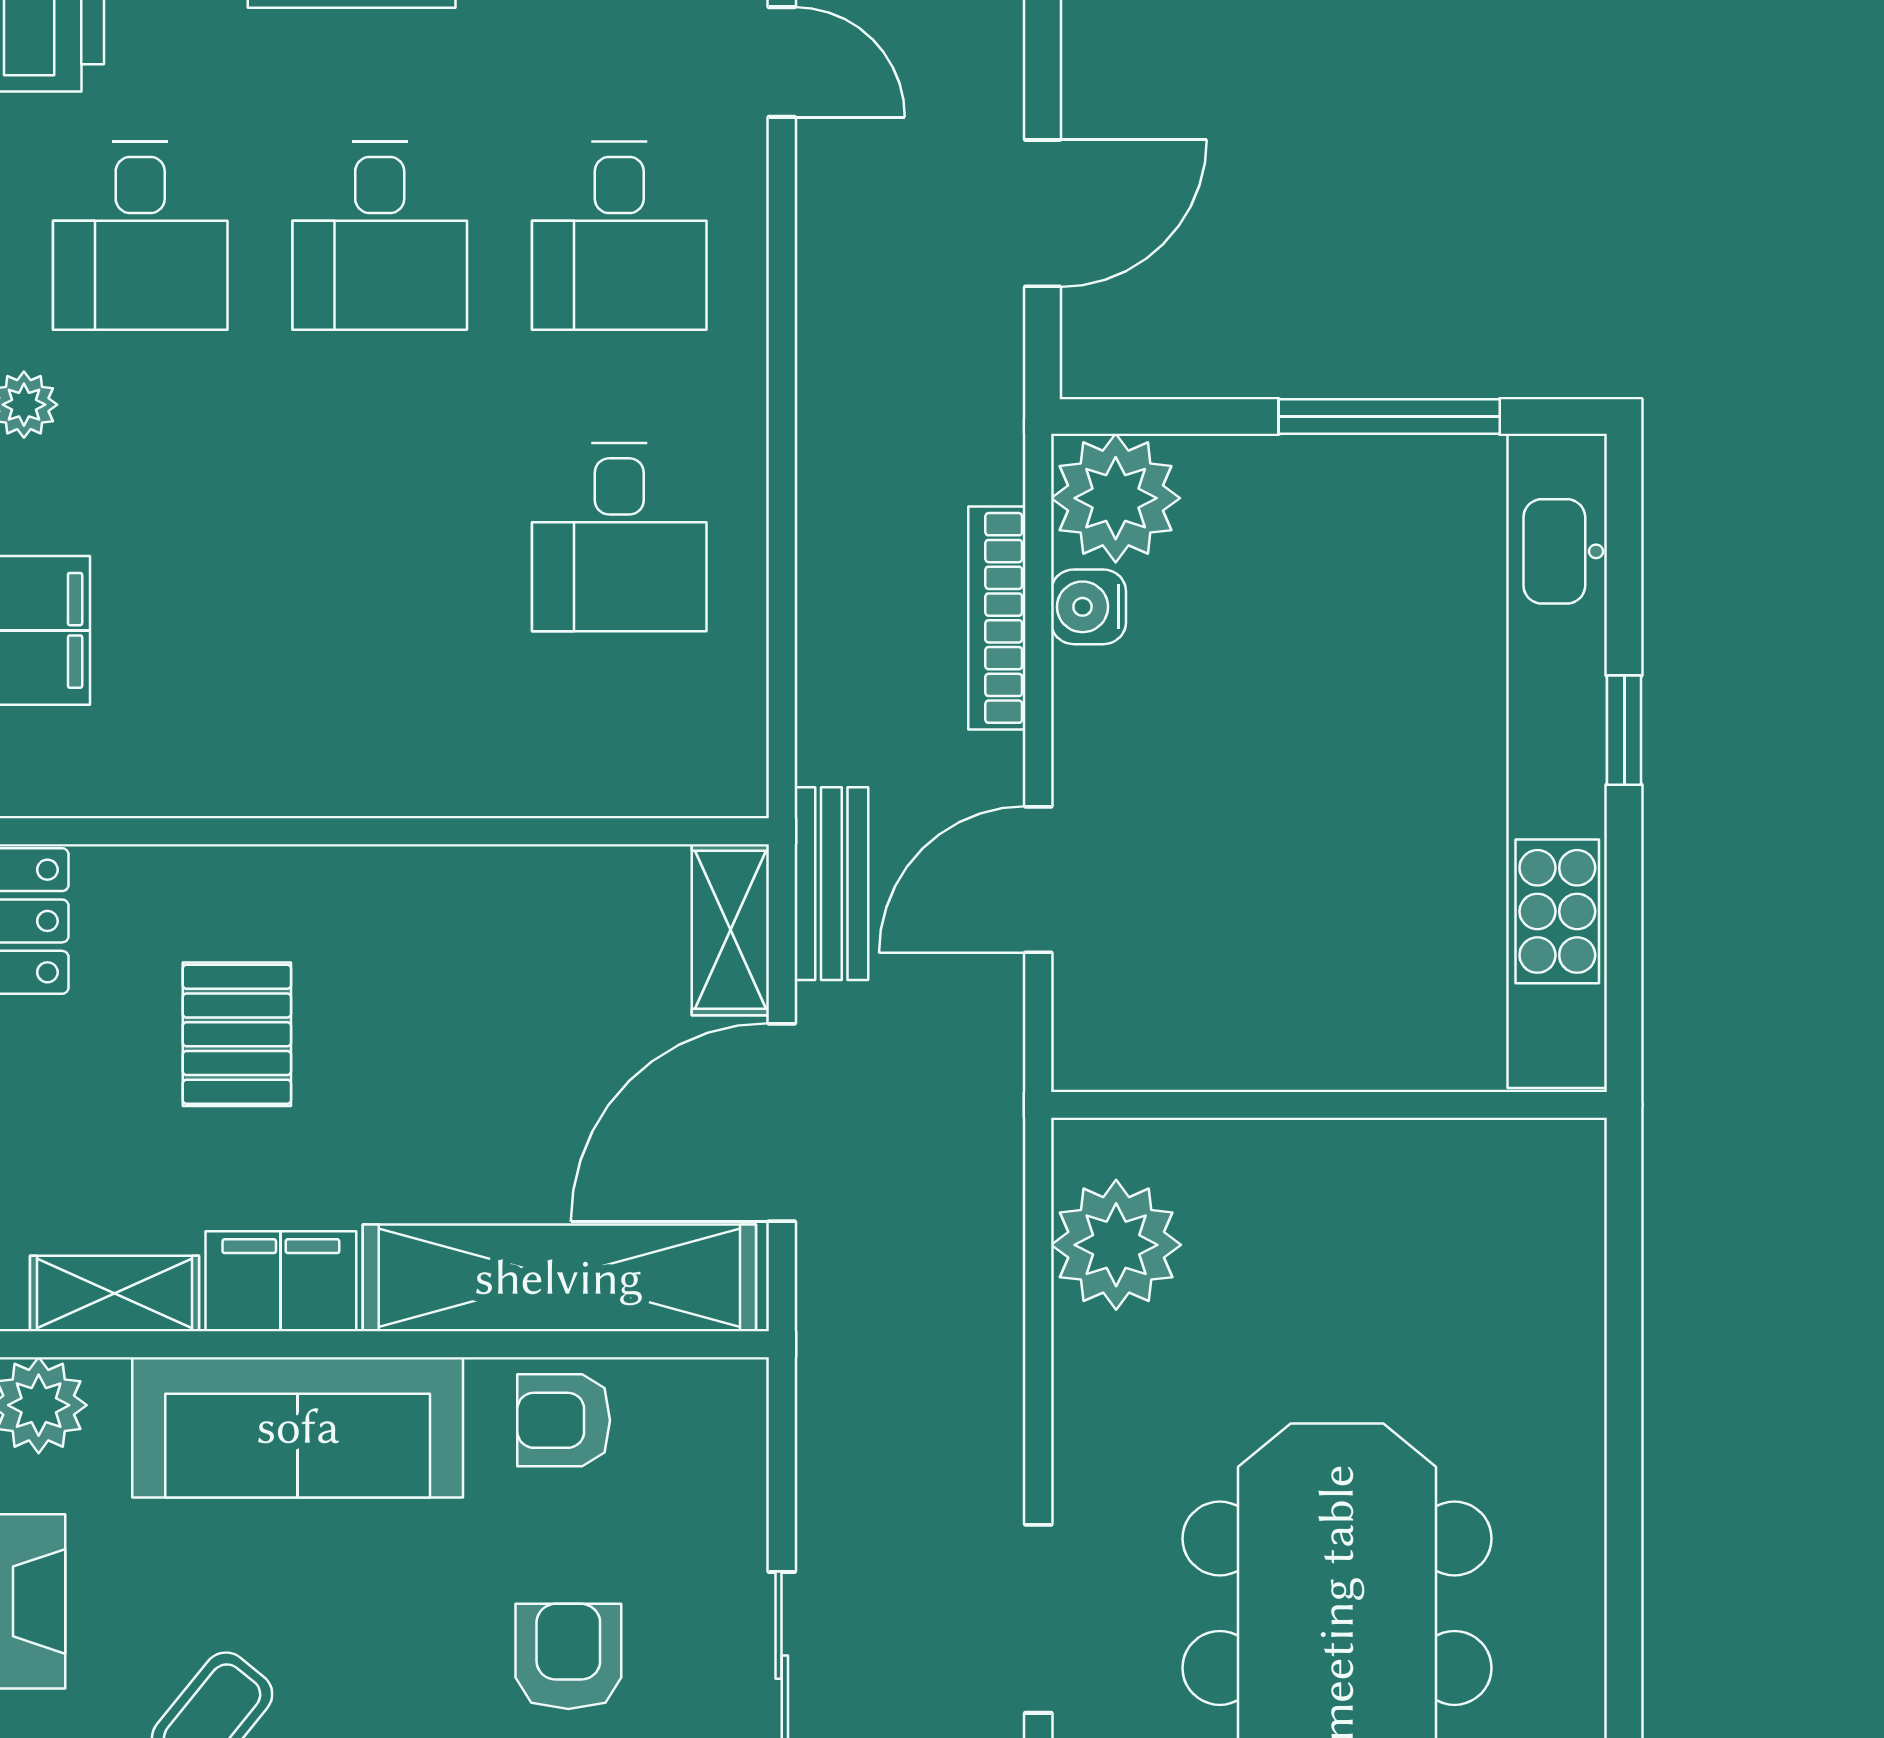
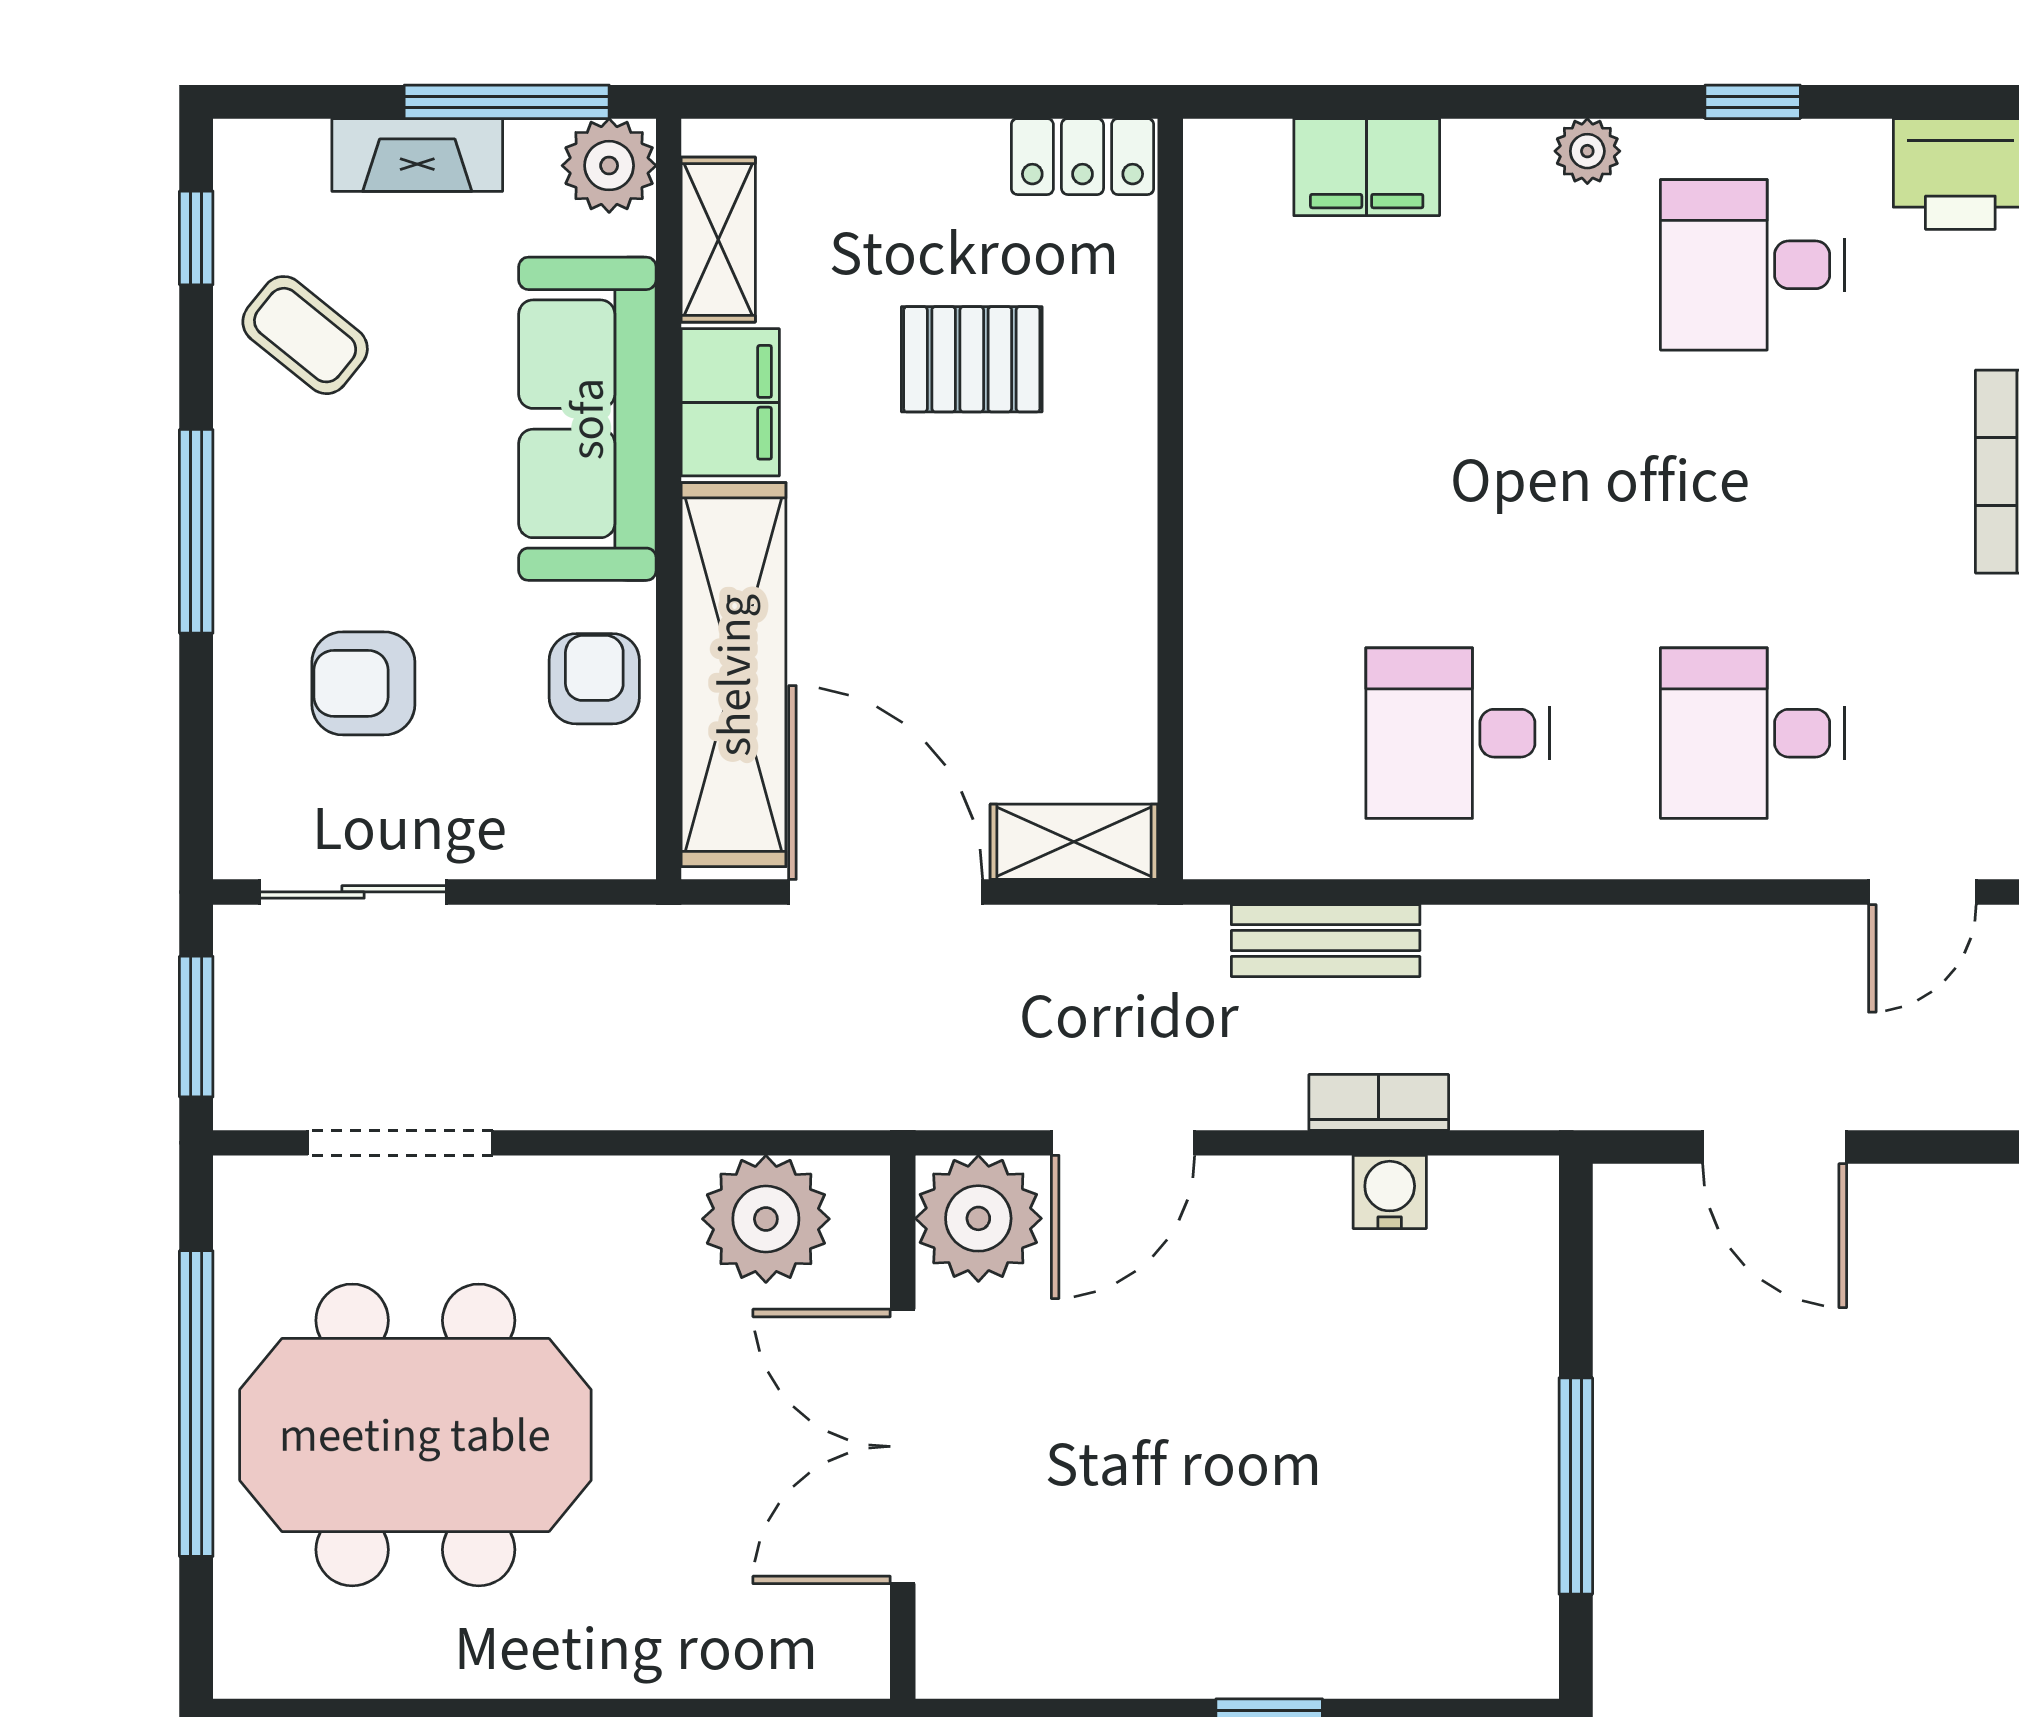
desk: (380, 236) -> (1752, 499), removed
plant: (1116, 498) -> (978, 1218), moved
bookcase: (997, 618) -> (1379, 1102), width x0.64
kitchen unit: (1557, 761) -> (1239, 1650), removed
door: (1038, 880) -> (1123, 1143), swing flipped
bench: (831, 884) -> (1326, 941), moved
double door: (1349, 1105) -> (903, 1446), added
armchair: (568, 1656) -> (363, 683), turned 180

